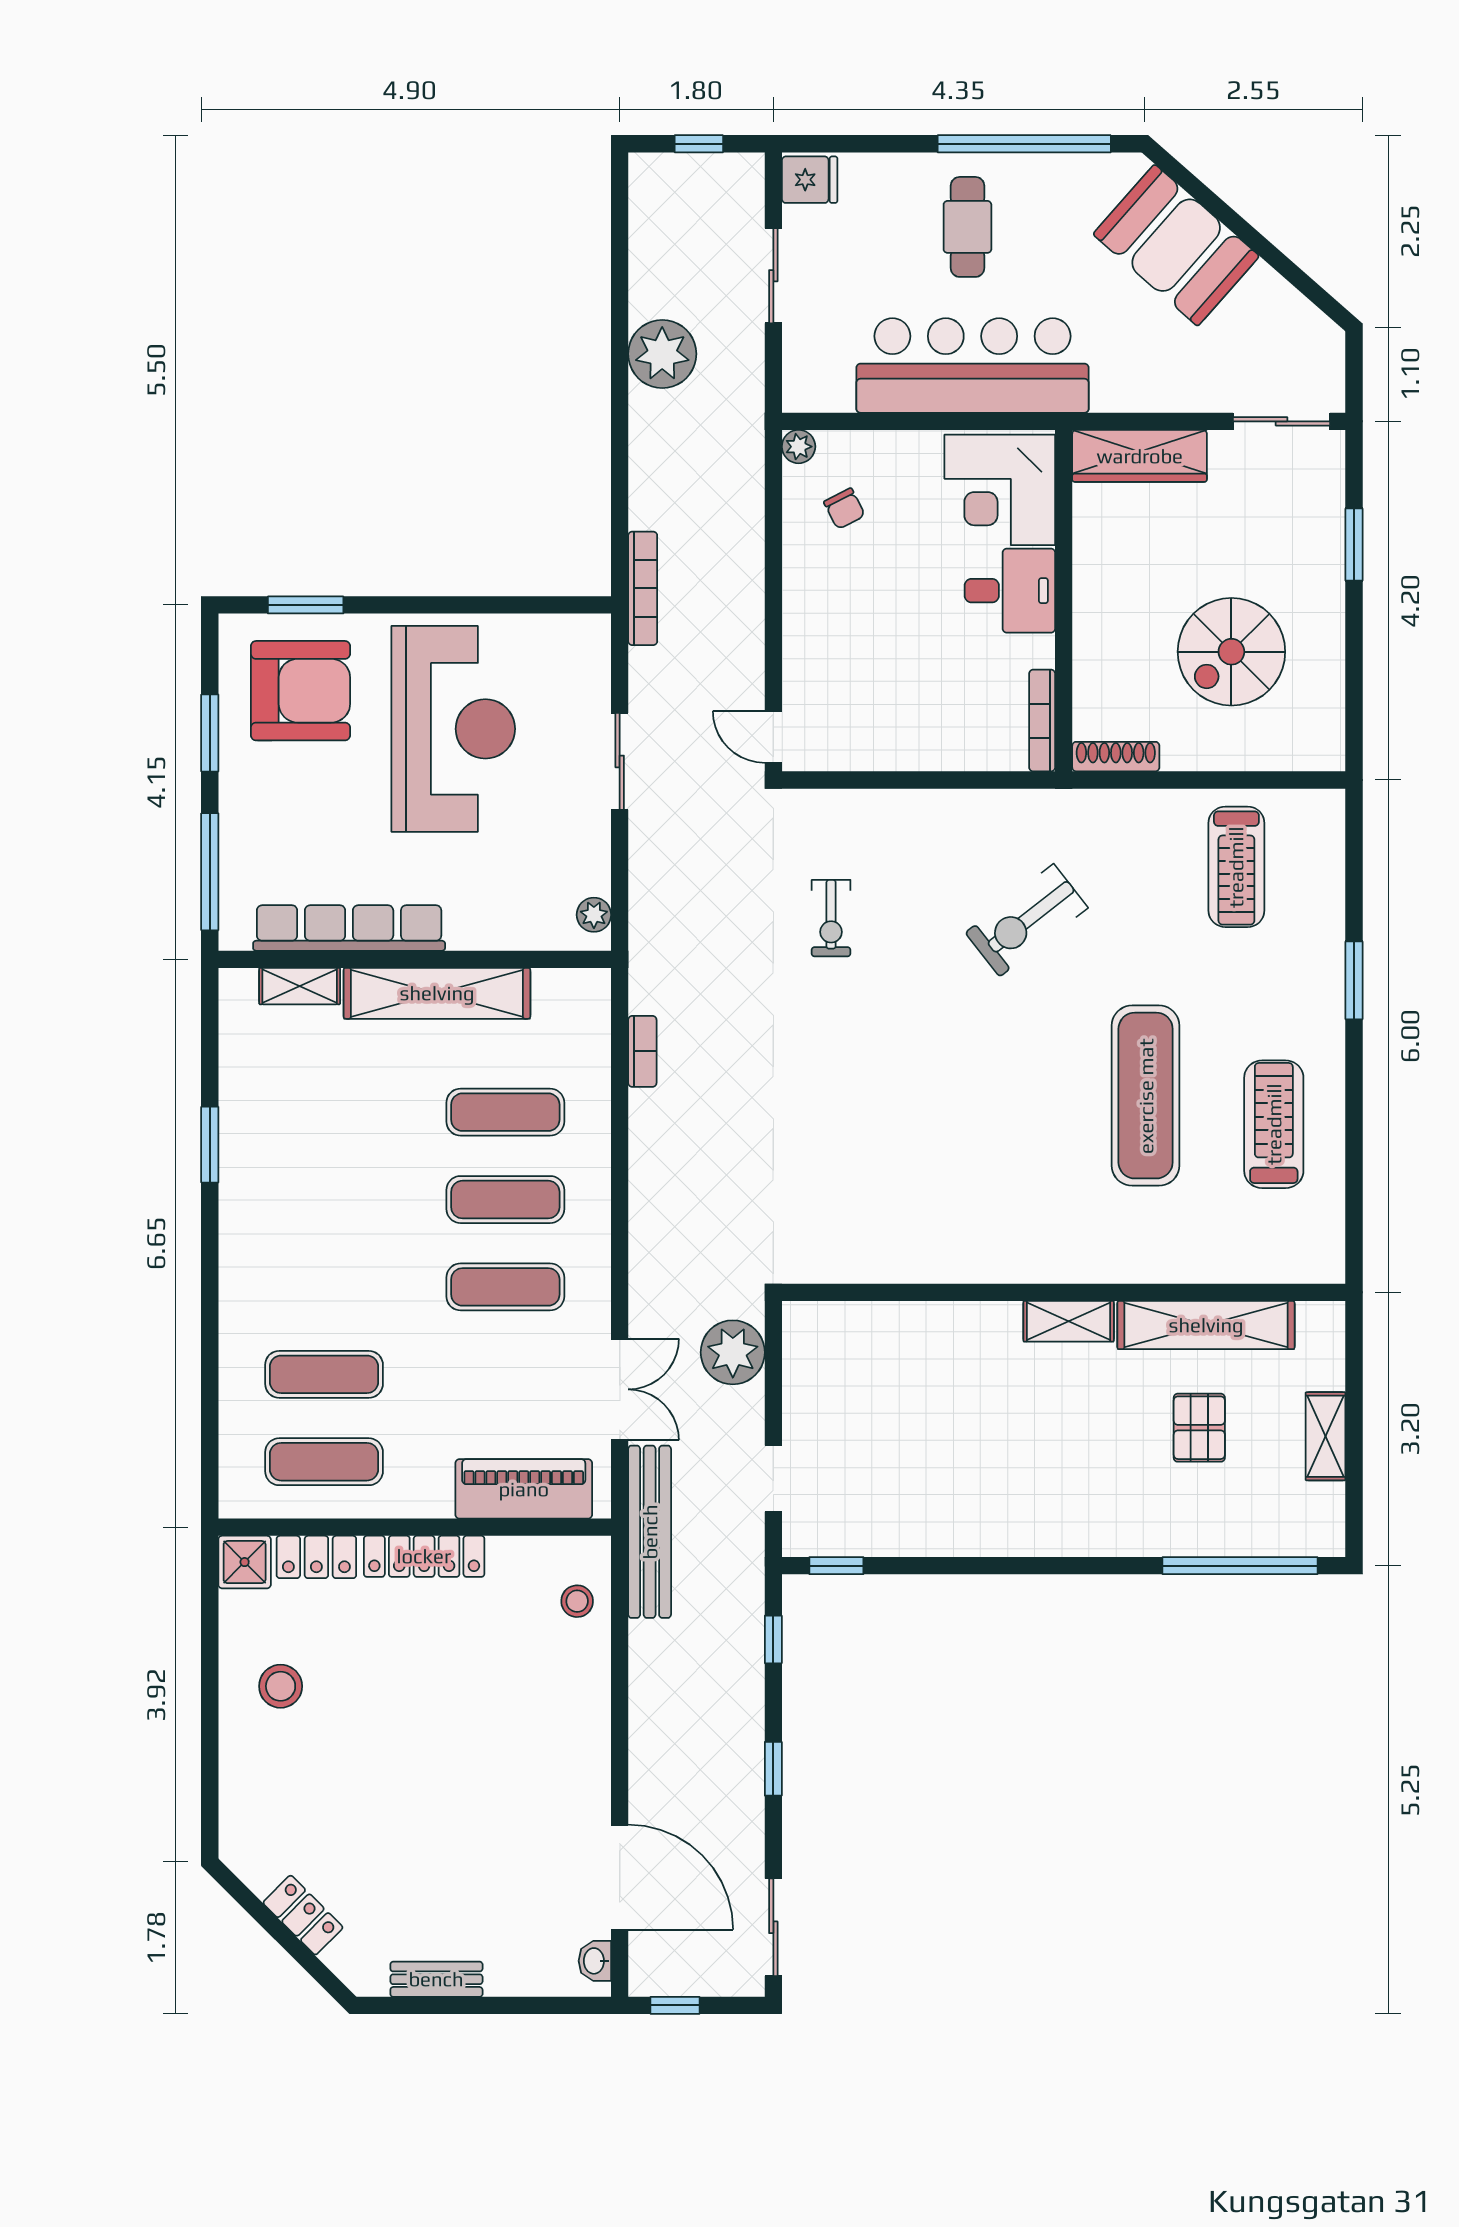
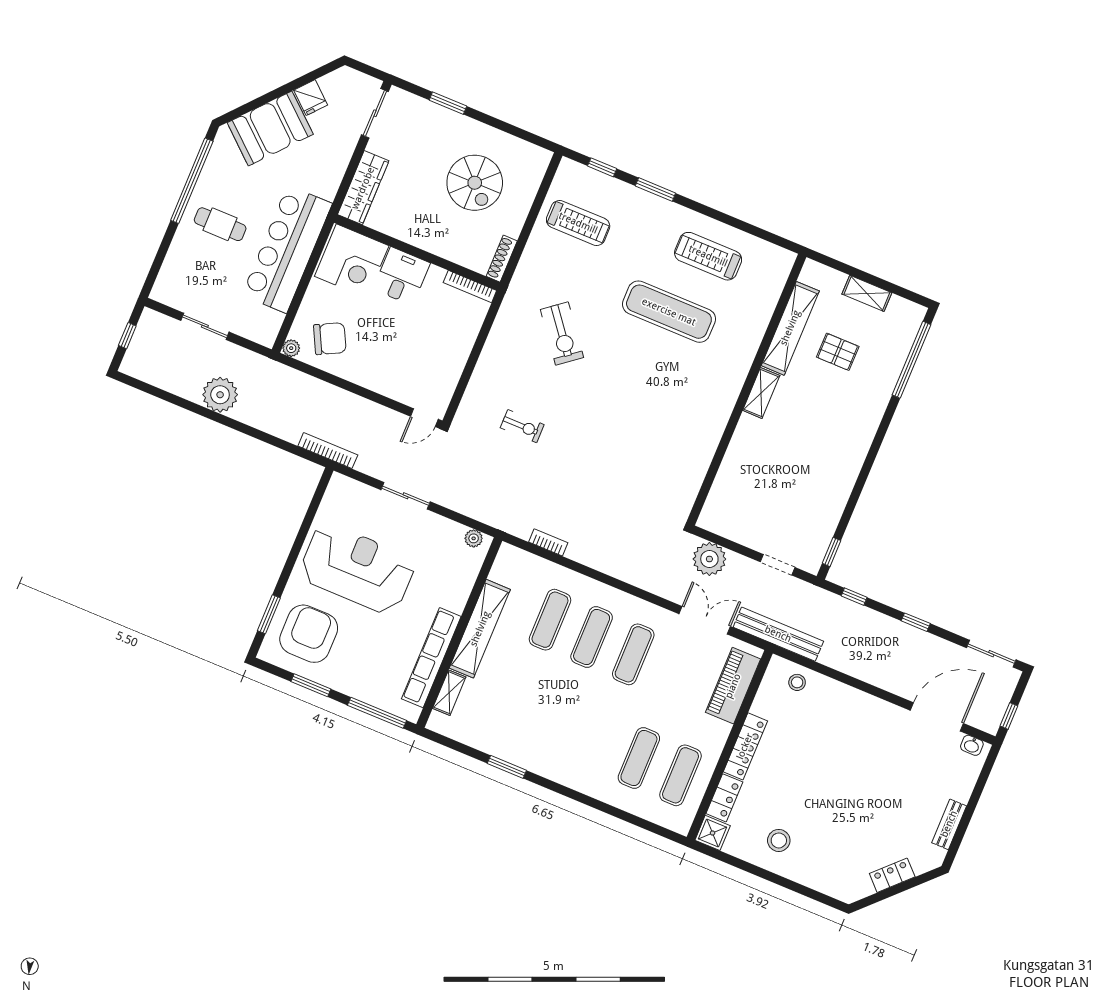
fridge: (810, 180) -> (311, 98), moved, turned 131
chair: (844, 509) -> (330, 339), width x1.87, depth x1.87
window: (1354, 868) -> (602, 167), added

